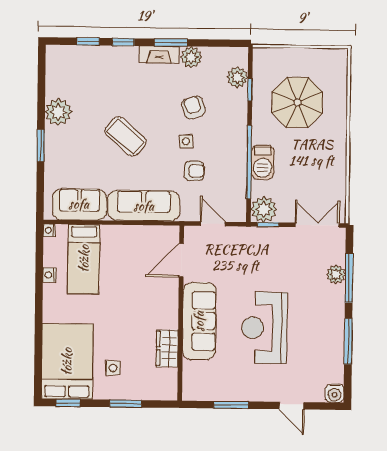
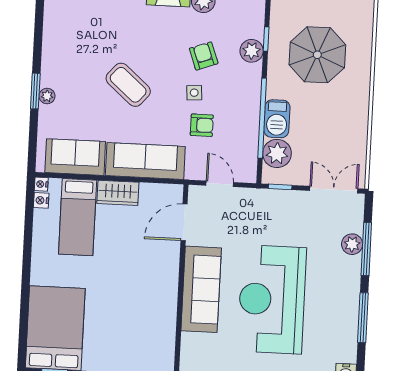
plant: (237, 77) -> (252, 51), moved
plant: (58, 112) -> (47, 96), moved, width x0.53, depth x0.53
plant: (264, 209) -> (277, 153), moved
nightstand: (49, 275) -> (41, 200), moved
reception desk: (264, 328) -> (272, 299), width x1.36, depth x1.30
wardrobe: (167, 348) -> (118, 193), moved, turned -90
side table: (113, 368) -> (105, 337), removed

